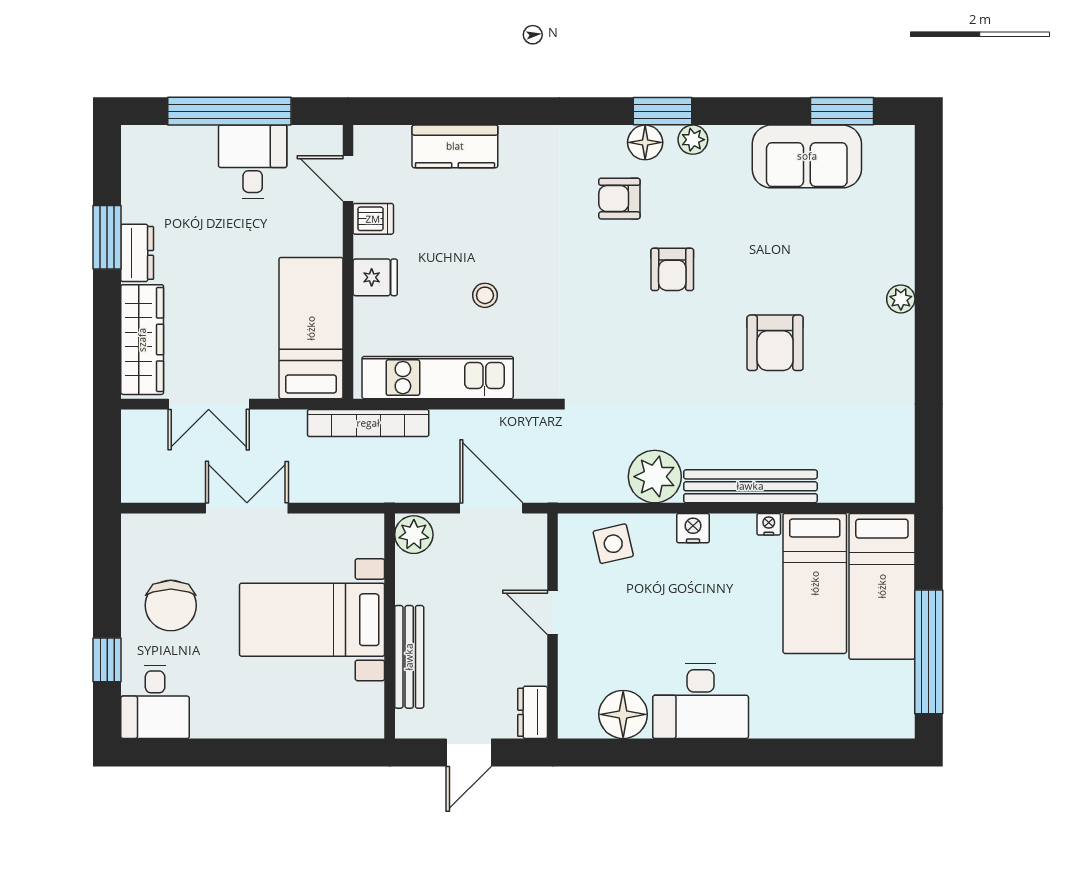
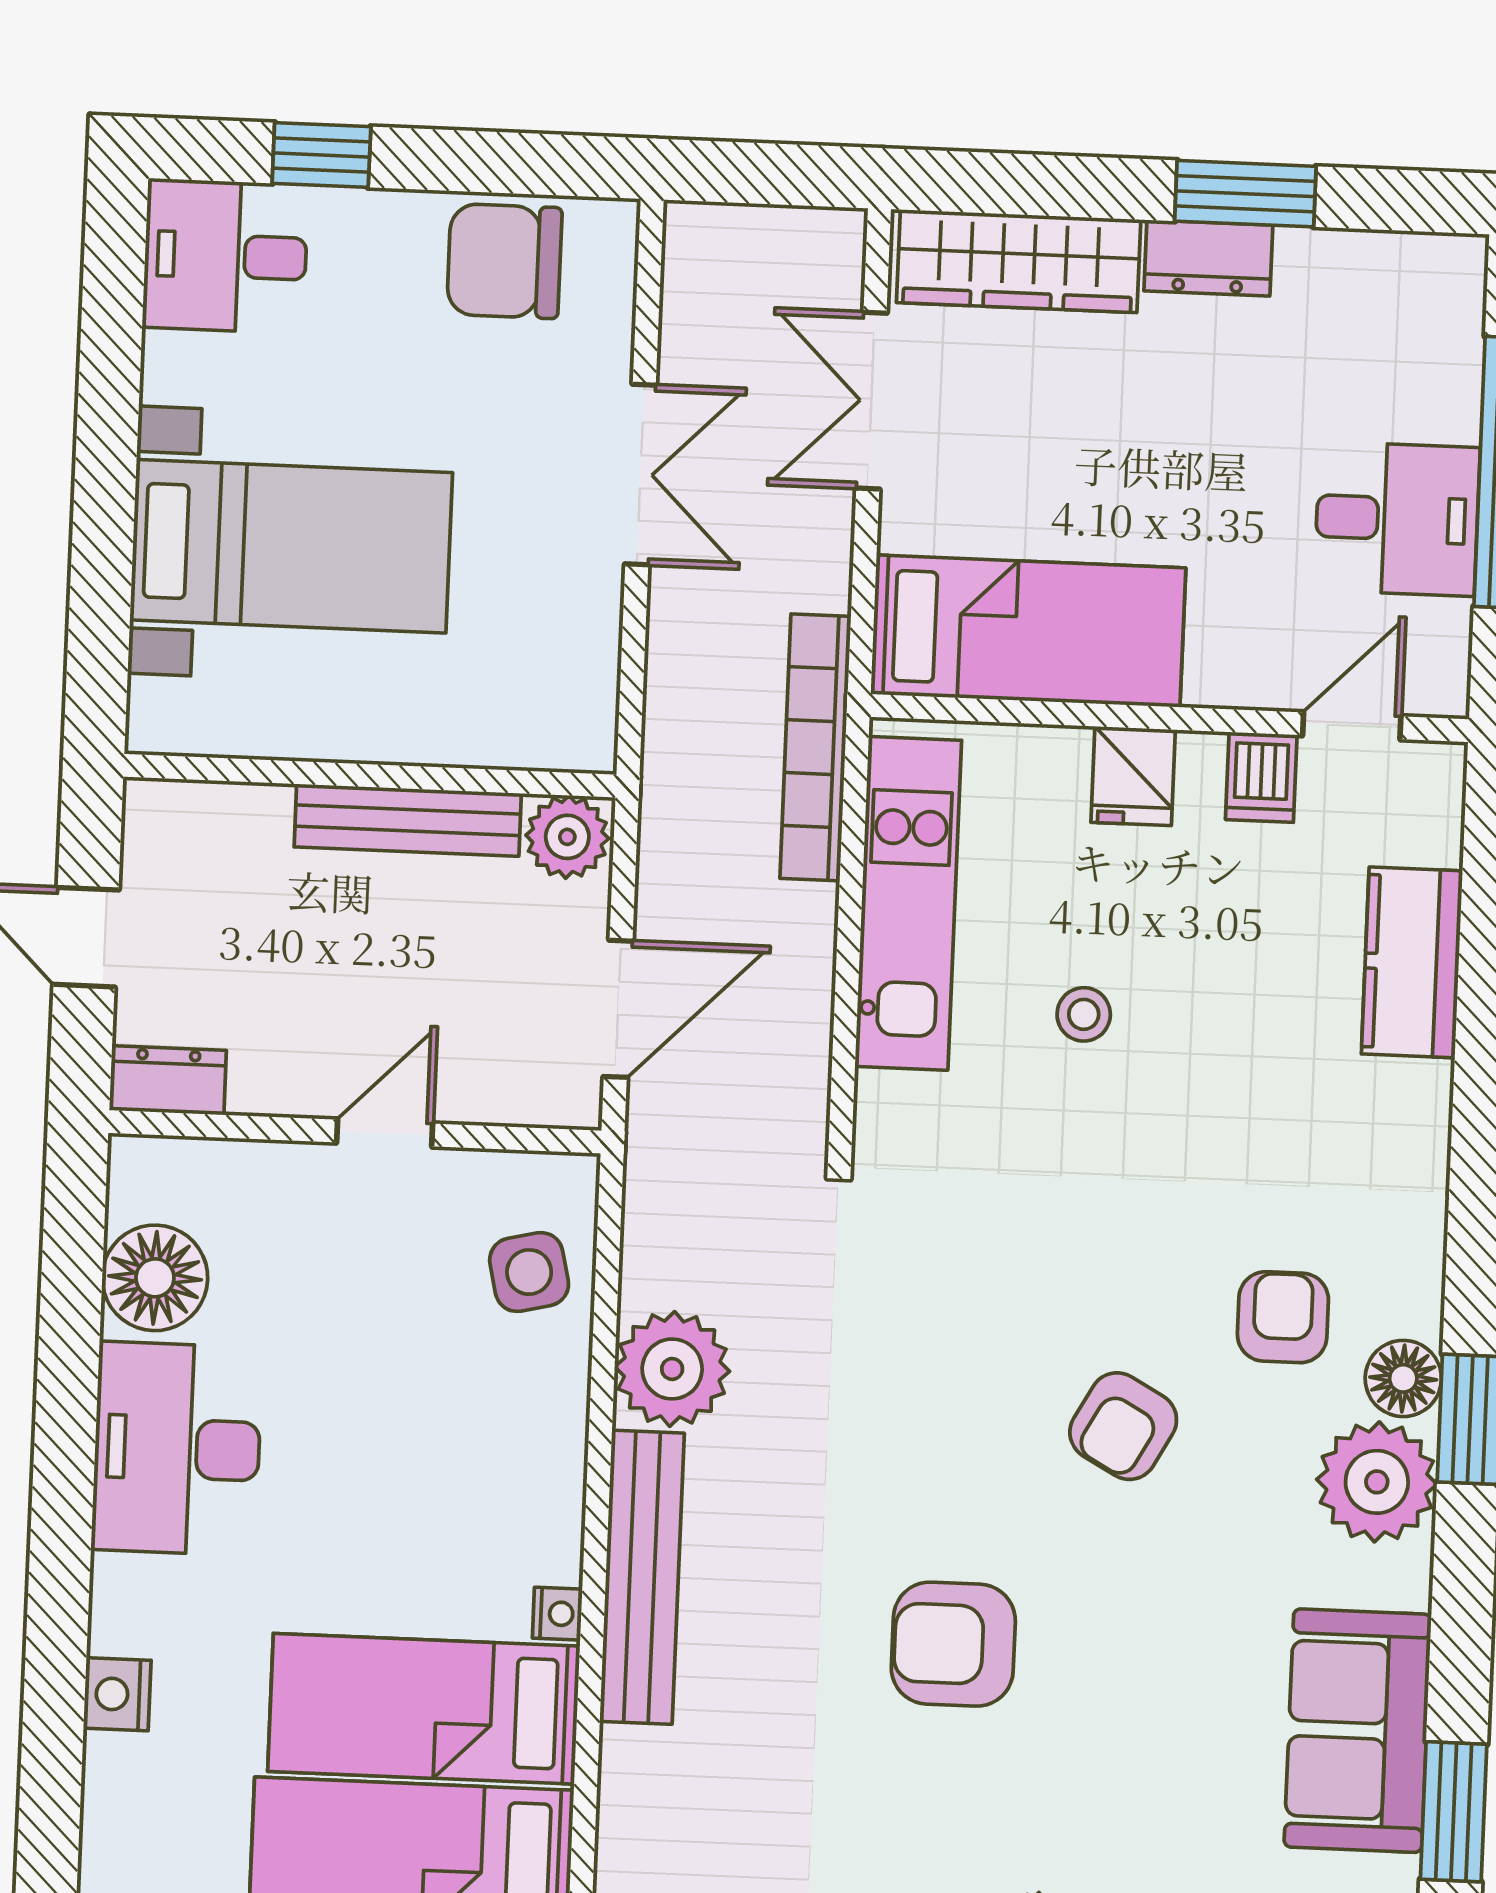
plant: (693, 140) -> (1377, 1482), width x1.87, depth x1.87
armchair: (672, 269) -> (1123, 1426), turned -61
nightstand: (693, 528) -> (117, 1694), moved, turned 180
chair: (171, 605) -> (504, 261), moved
bed with nightstands: (312, 620) -> (291, 546), moved, turned 90
bench: (409, 657) -> (408, 820), moved

